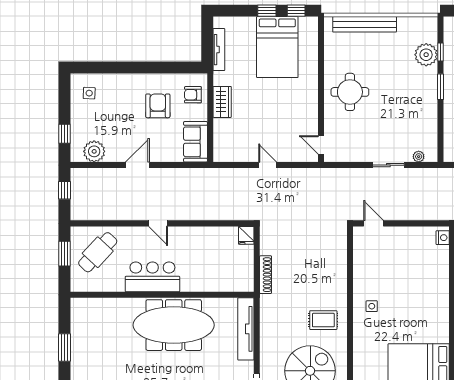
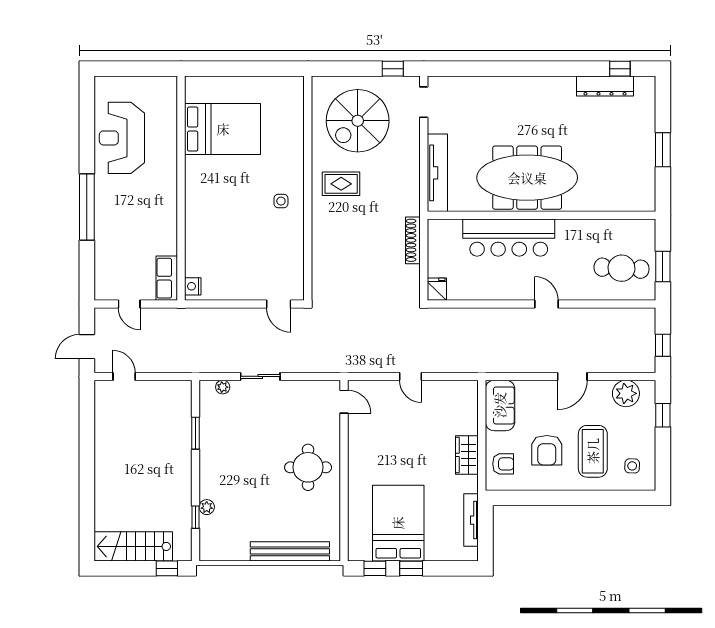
plant: (426, 55) -> (207, 507), width x0.53, depth x0.53
window: (440, 87) -> (196, 433), moved
coffee table: (121, 105) -> (593, 451), added
cafe table: (98, 252) -> (621, 268), turned 50
bar counter: (152, 277) -> (509, 238), moved, width x1.36

